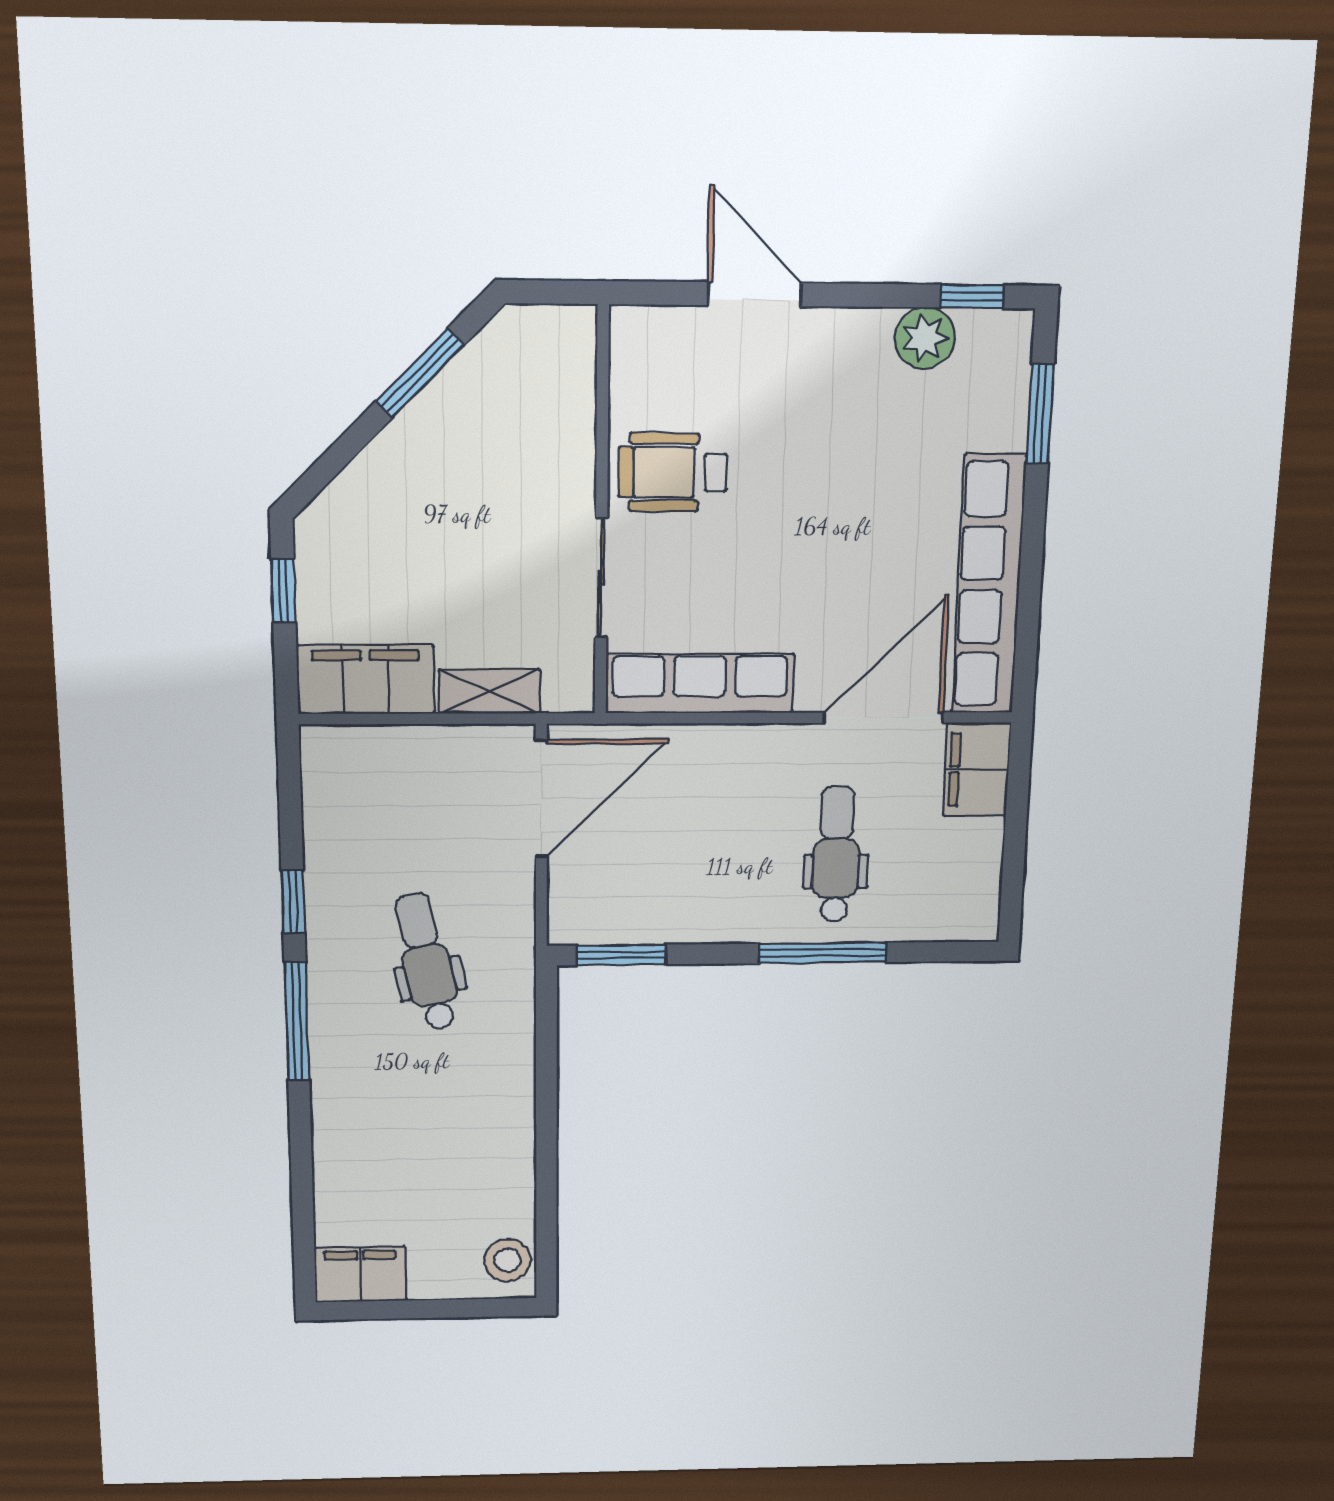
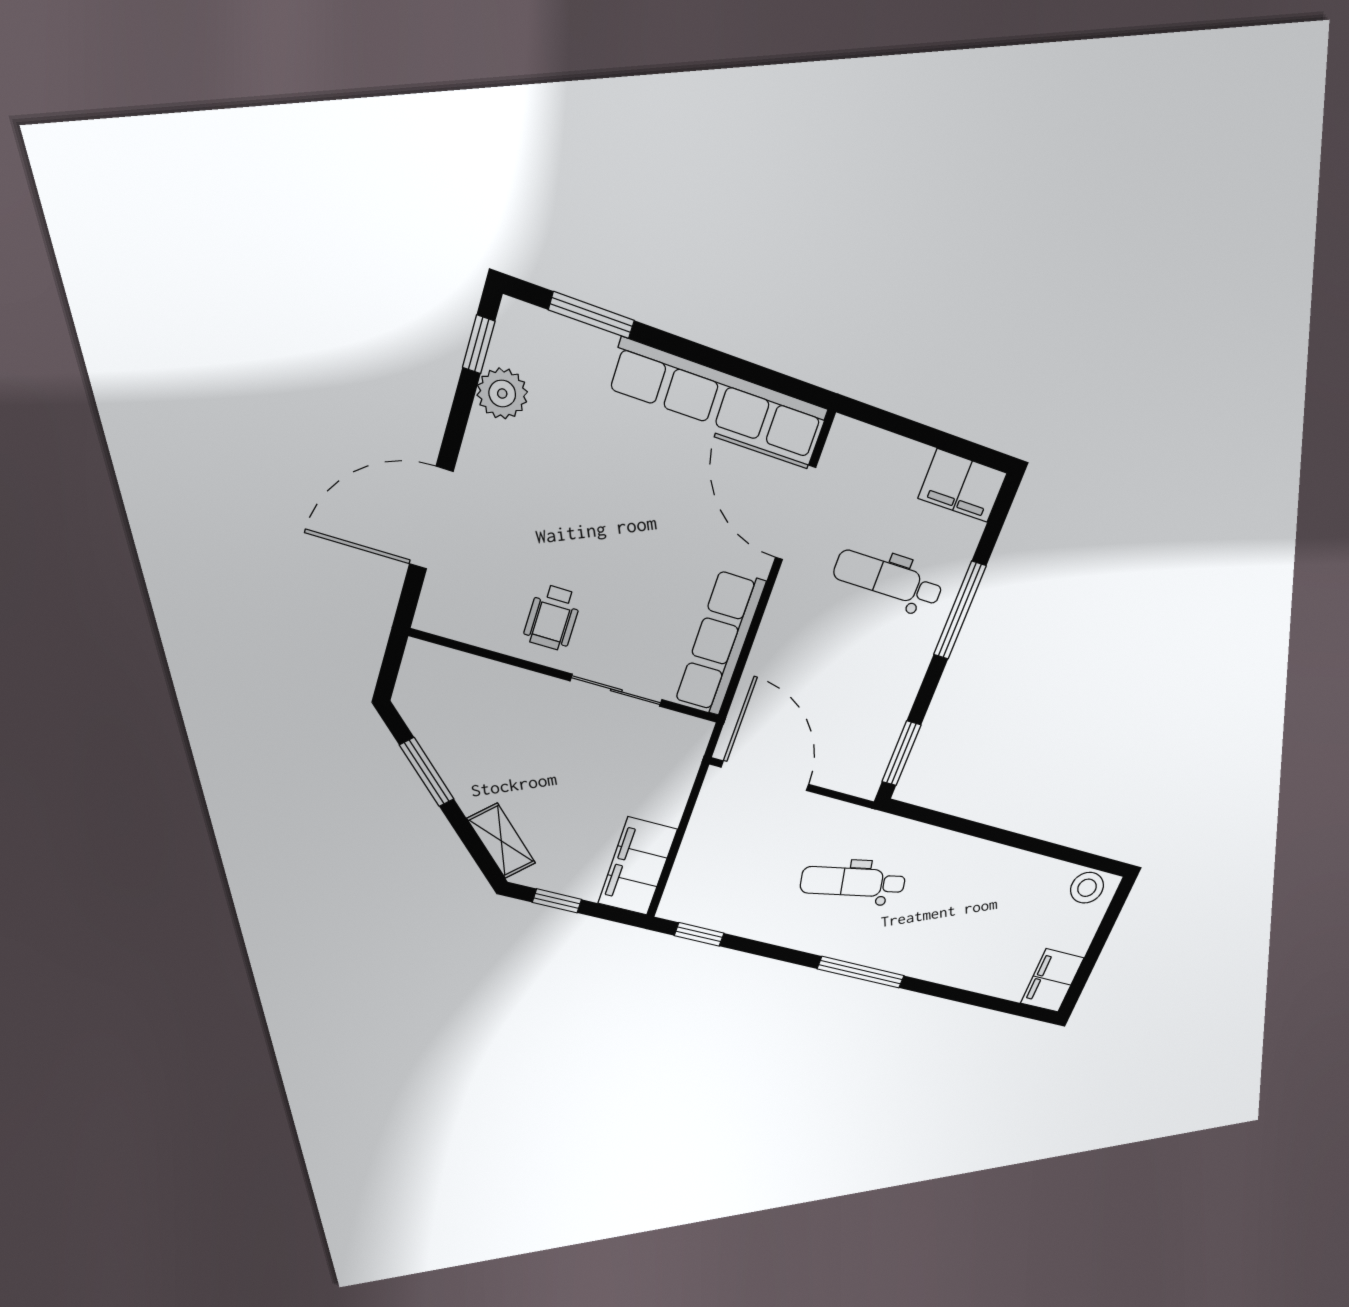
door: (754, 294) -> (431, 518), width x1.36
wheelchair: (673, 472) -> (552, 617), width x0.73, depth x0.73
shelving: (489, 691) -> (501, 841), moved, turned -45
filing cabinet: (977, 770) -> (962, 486), moved
window: (293, 901) -> (699, 934), moved

